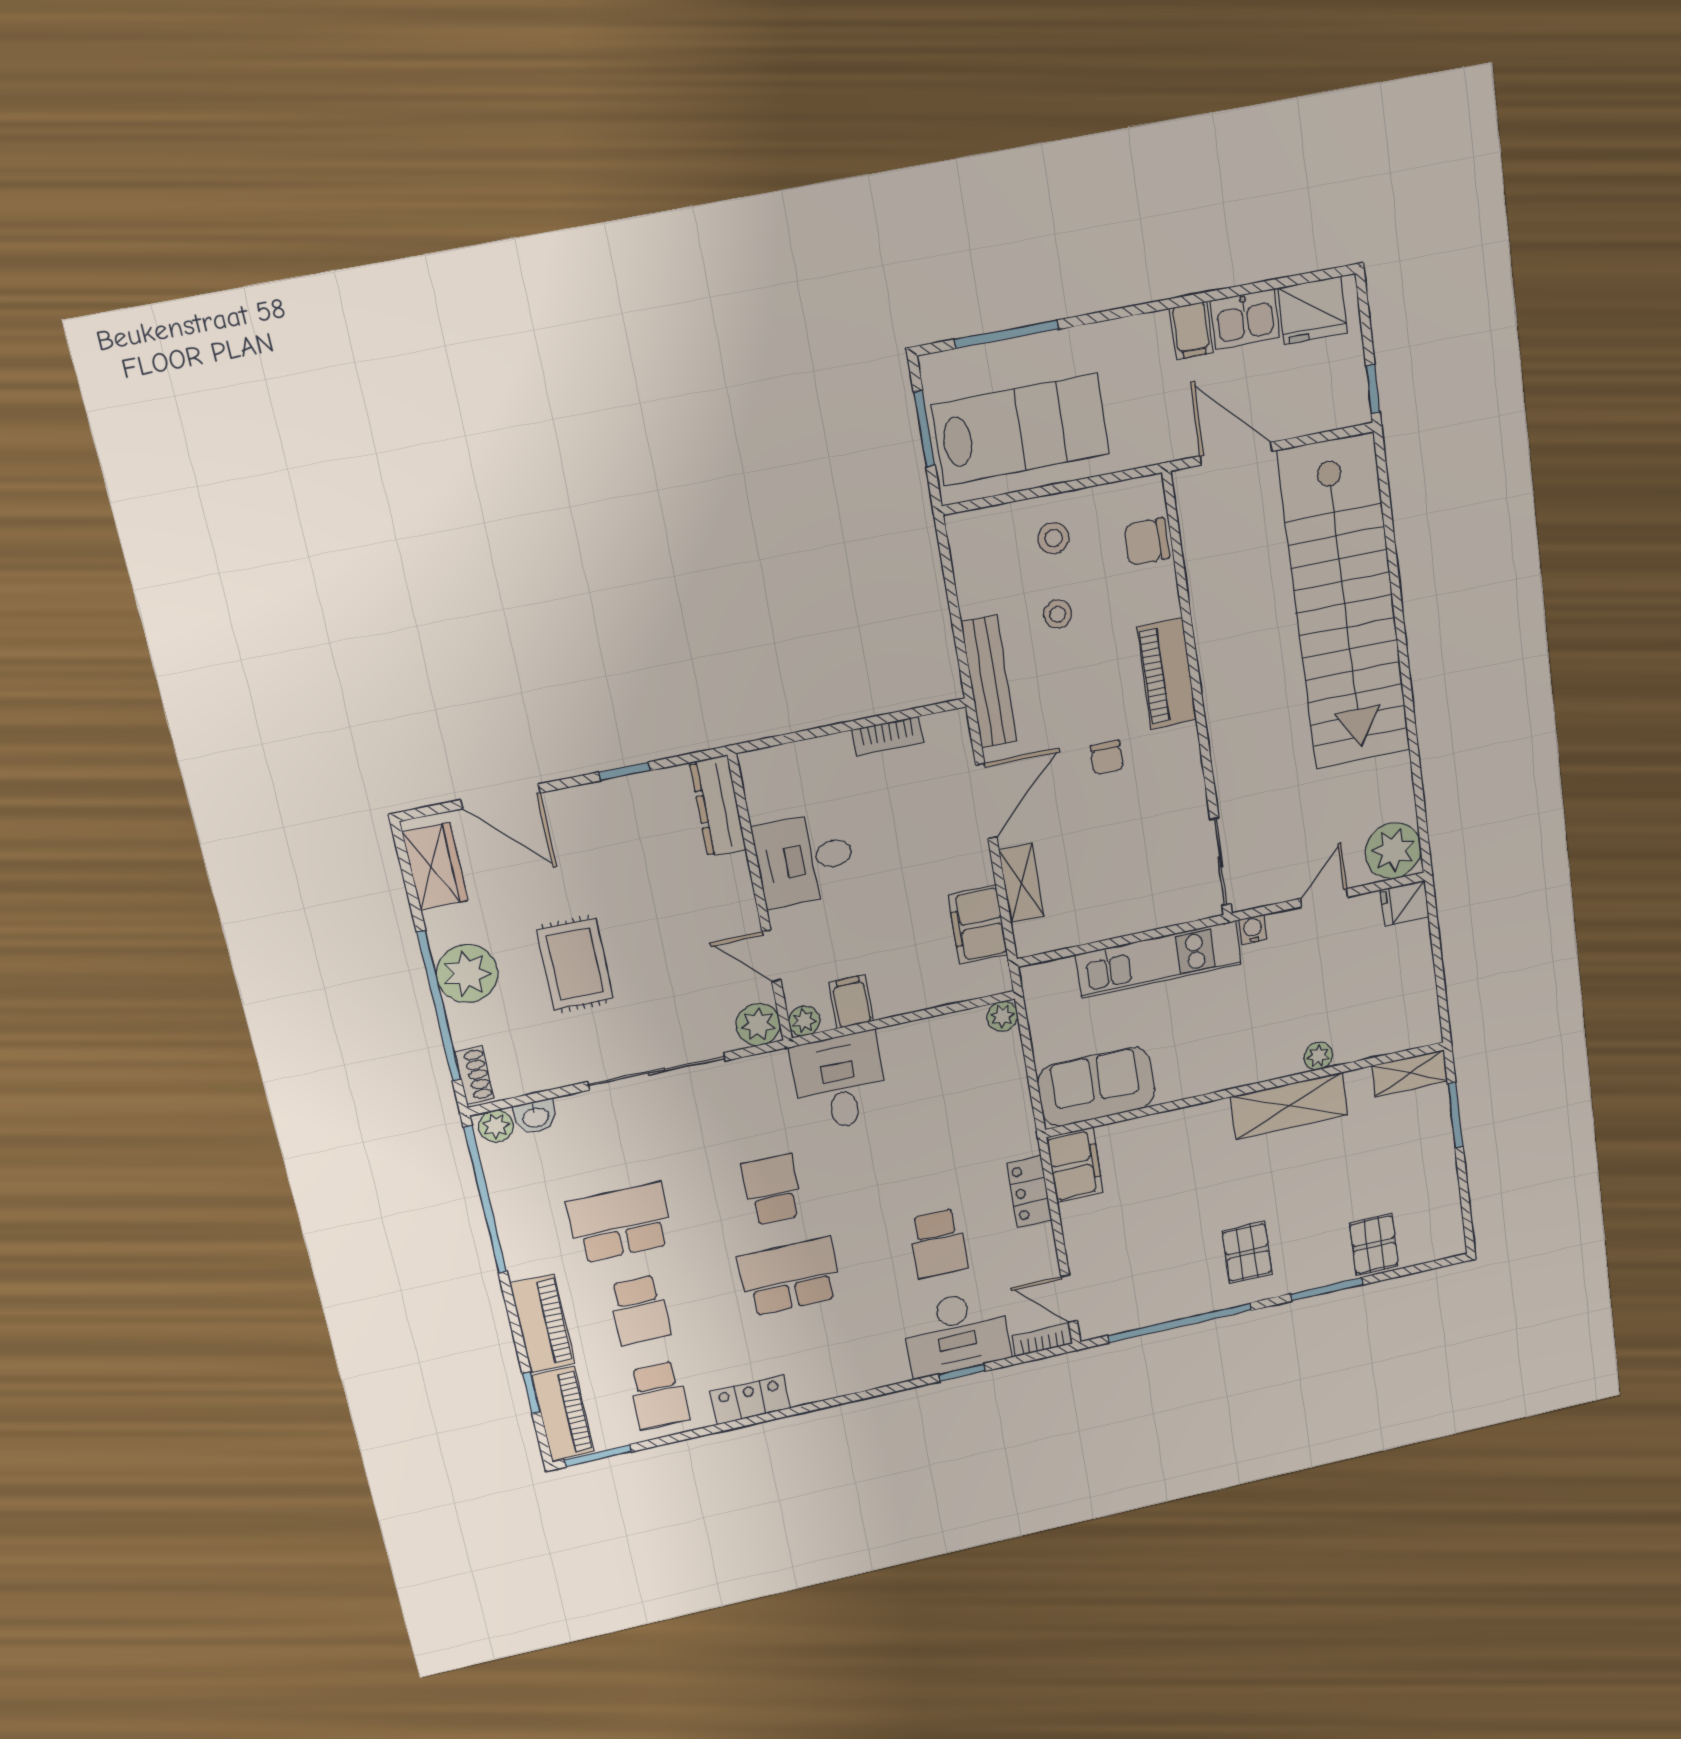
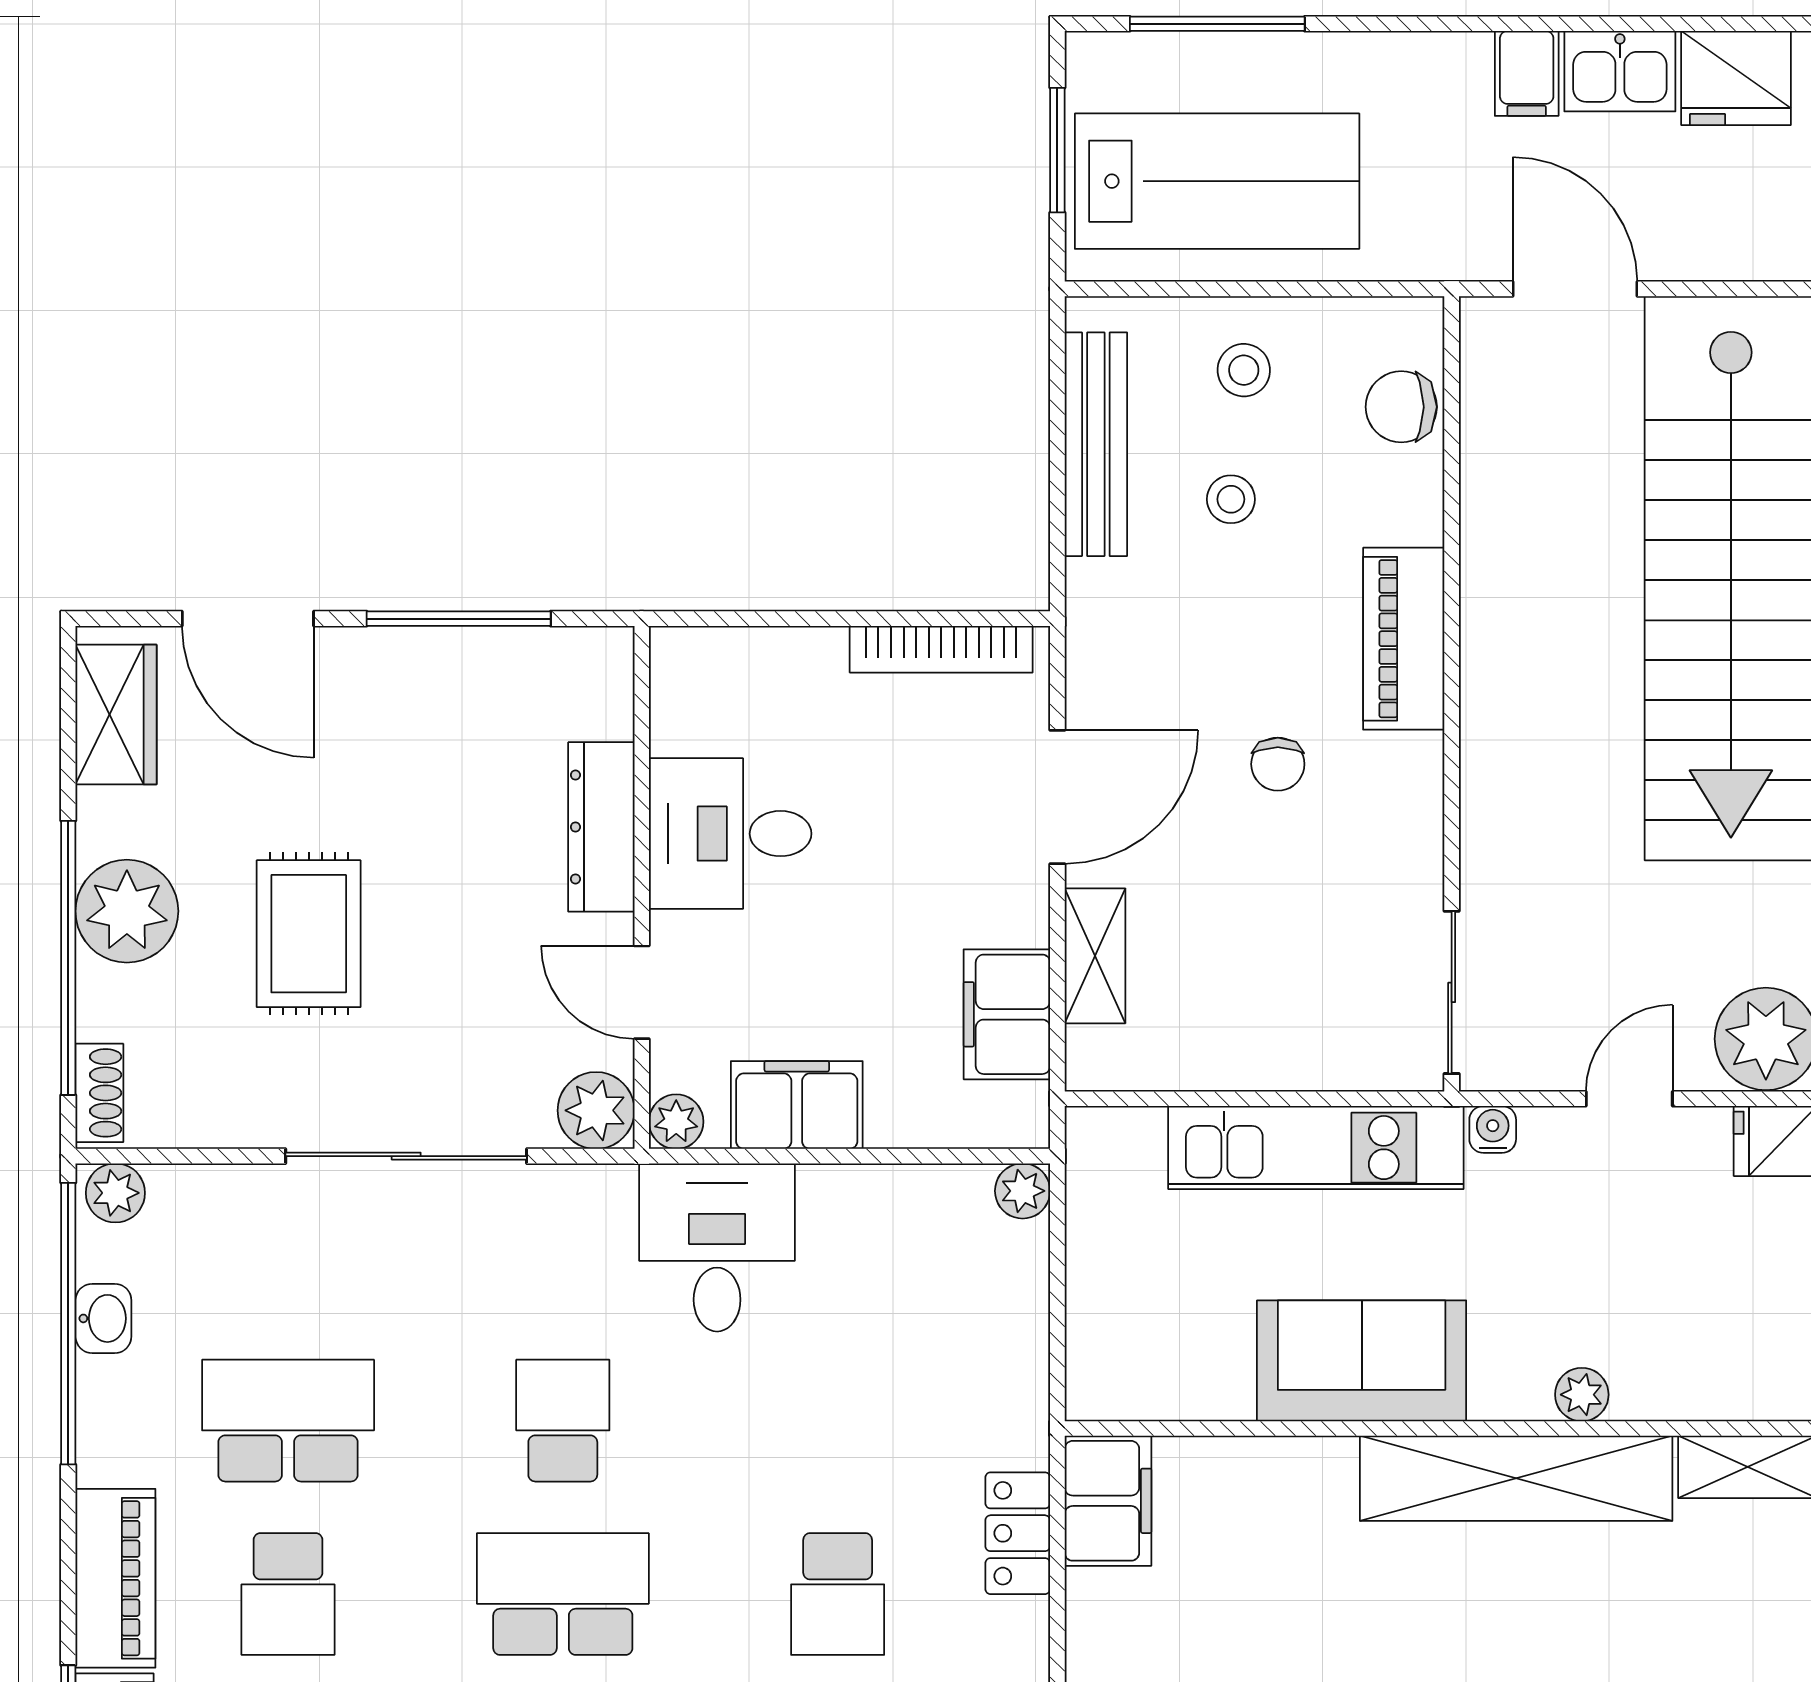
bench: (989, 682) -> (1096, 444), moved
bookcase: (888, 736) -> (941, 649), width x1.56
window: (624, 771) -> (459, 619), width x2.17
dresser: (718, 806) -> (601, 827), moved
filing cabinet: (851, 1002) -> (797, 1105), width x2.00
sofa: (1096, 1087) -> (1362, 1361), moved
shelving: (1289, 1106) -> (1516, 1478), width x1.47
washbasin: (536, 1117) -> (103, 1318), moved, turned -90

